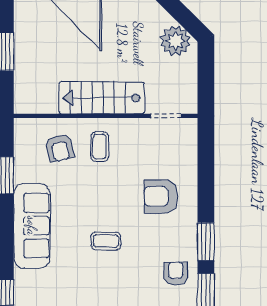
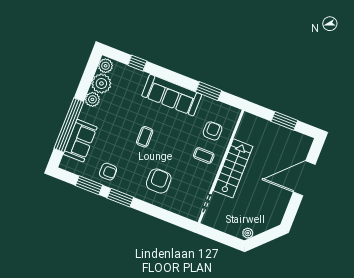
plant: (175, 41) -> (248, 233), width x0.53, depth x0.53
armchair: (60, 148) -> (213, 131), turned 103

